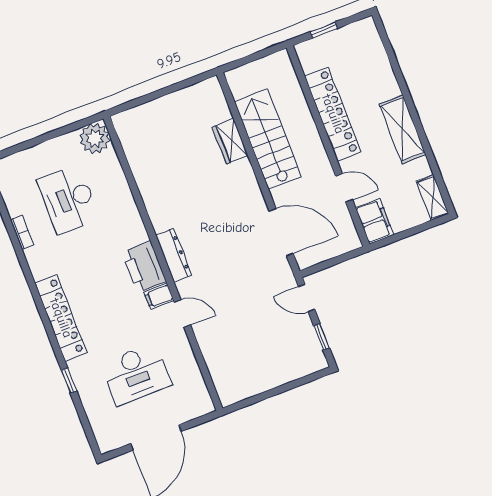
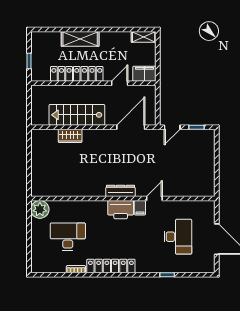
shelving: (403, 129) -> (80, 39), moved
desk: (69, 199) -> (68, 237), turned 180
locker: (61, 318) -> (111, 266), moved

